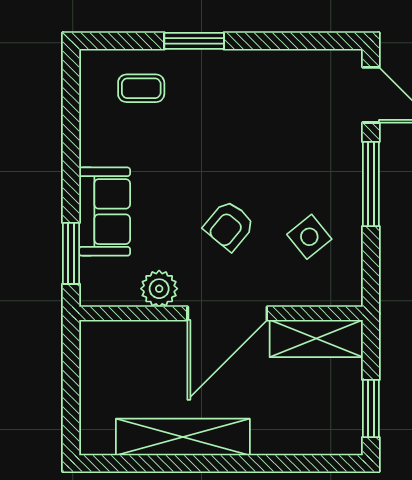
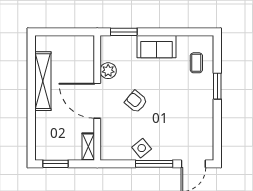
sofa: (105, 212) -> (156, 47), moved
side table: (309, 237) -> (142, 148), moved
shelving: (316, 339) -> (88, 147), width x0.67, depth x0.75

